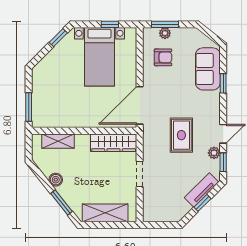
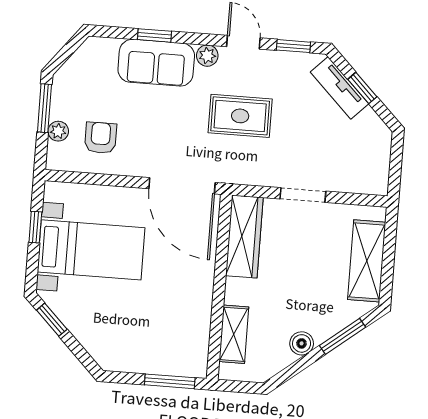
window: (165, 24) -> (44, 108), moved
sofa: (208, 69) -> (156, 63), moved
plant: (214, 153) -> (207, 56), moved

